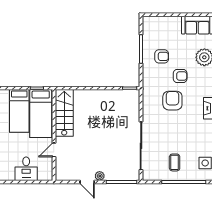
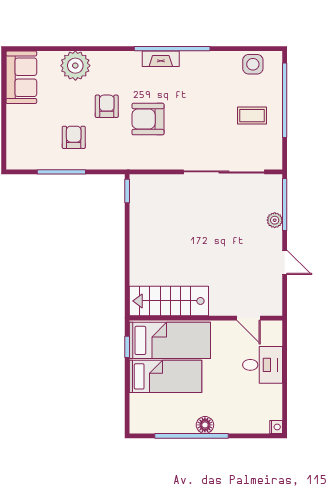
door: (54, 150) -> (249, 318), moved
plant: (100, 176) -> (275, 220), moved
door: (87, 182) -> (285, 262), hinge flipped

